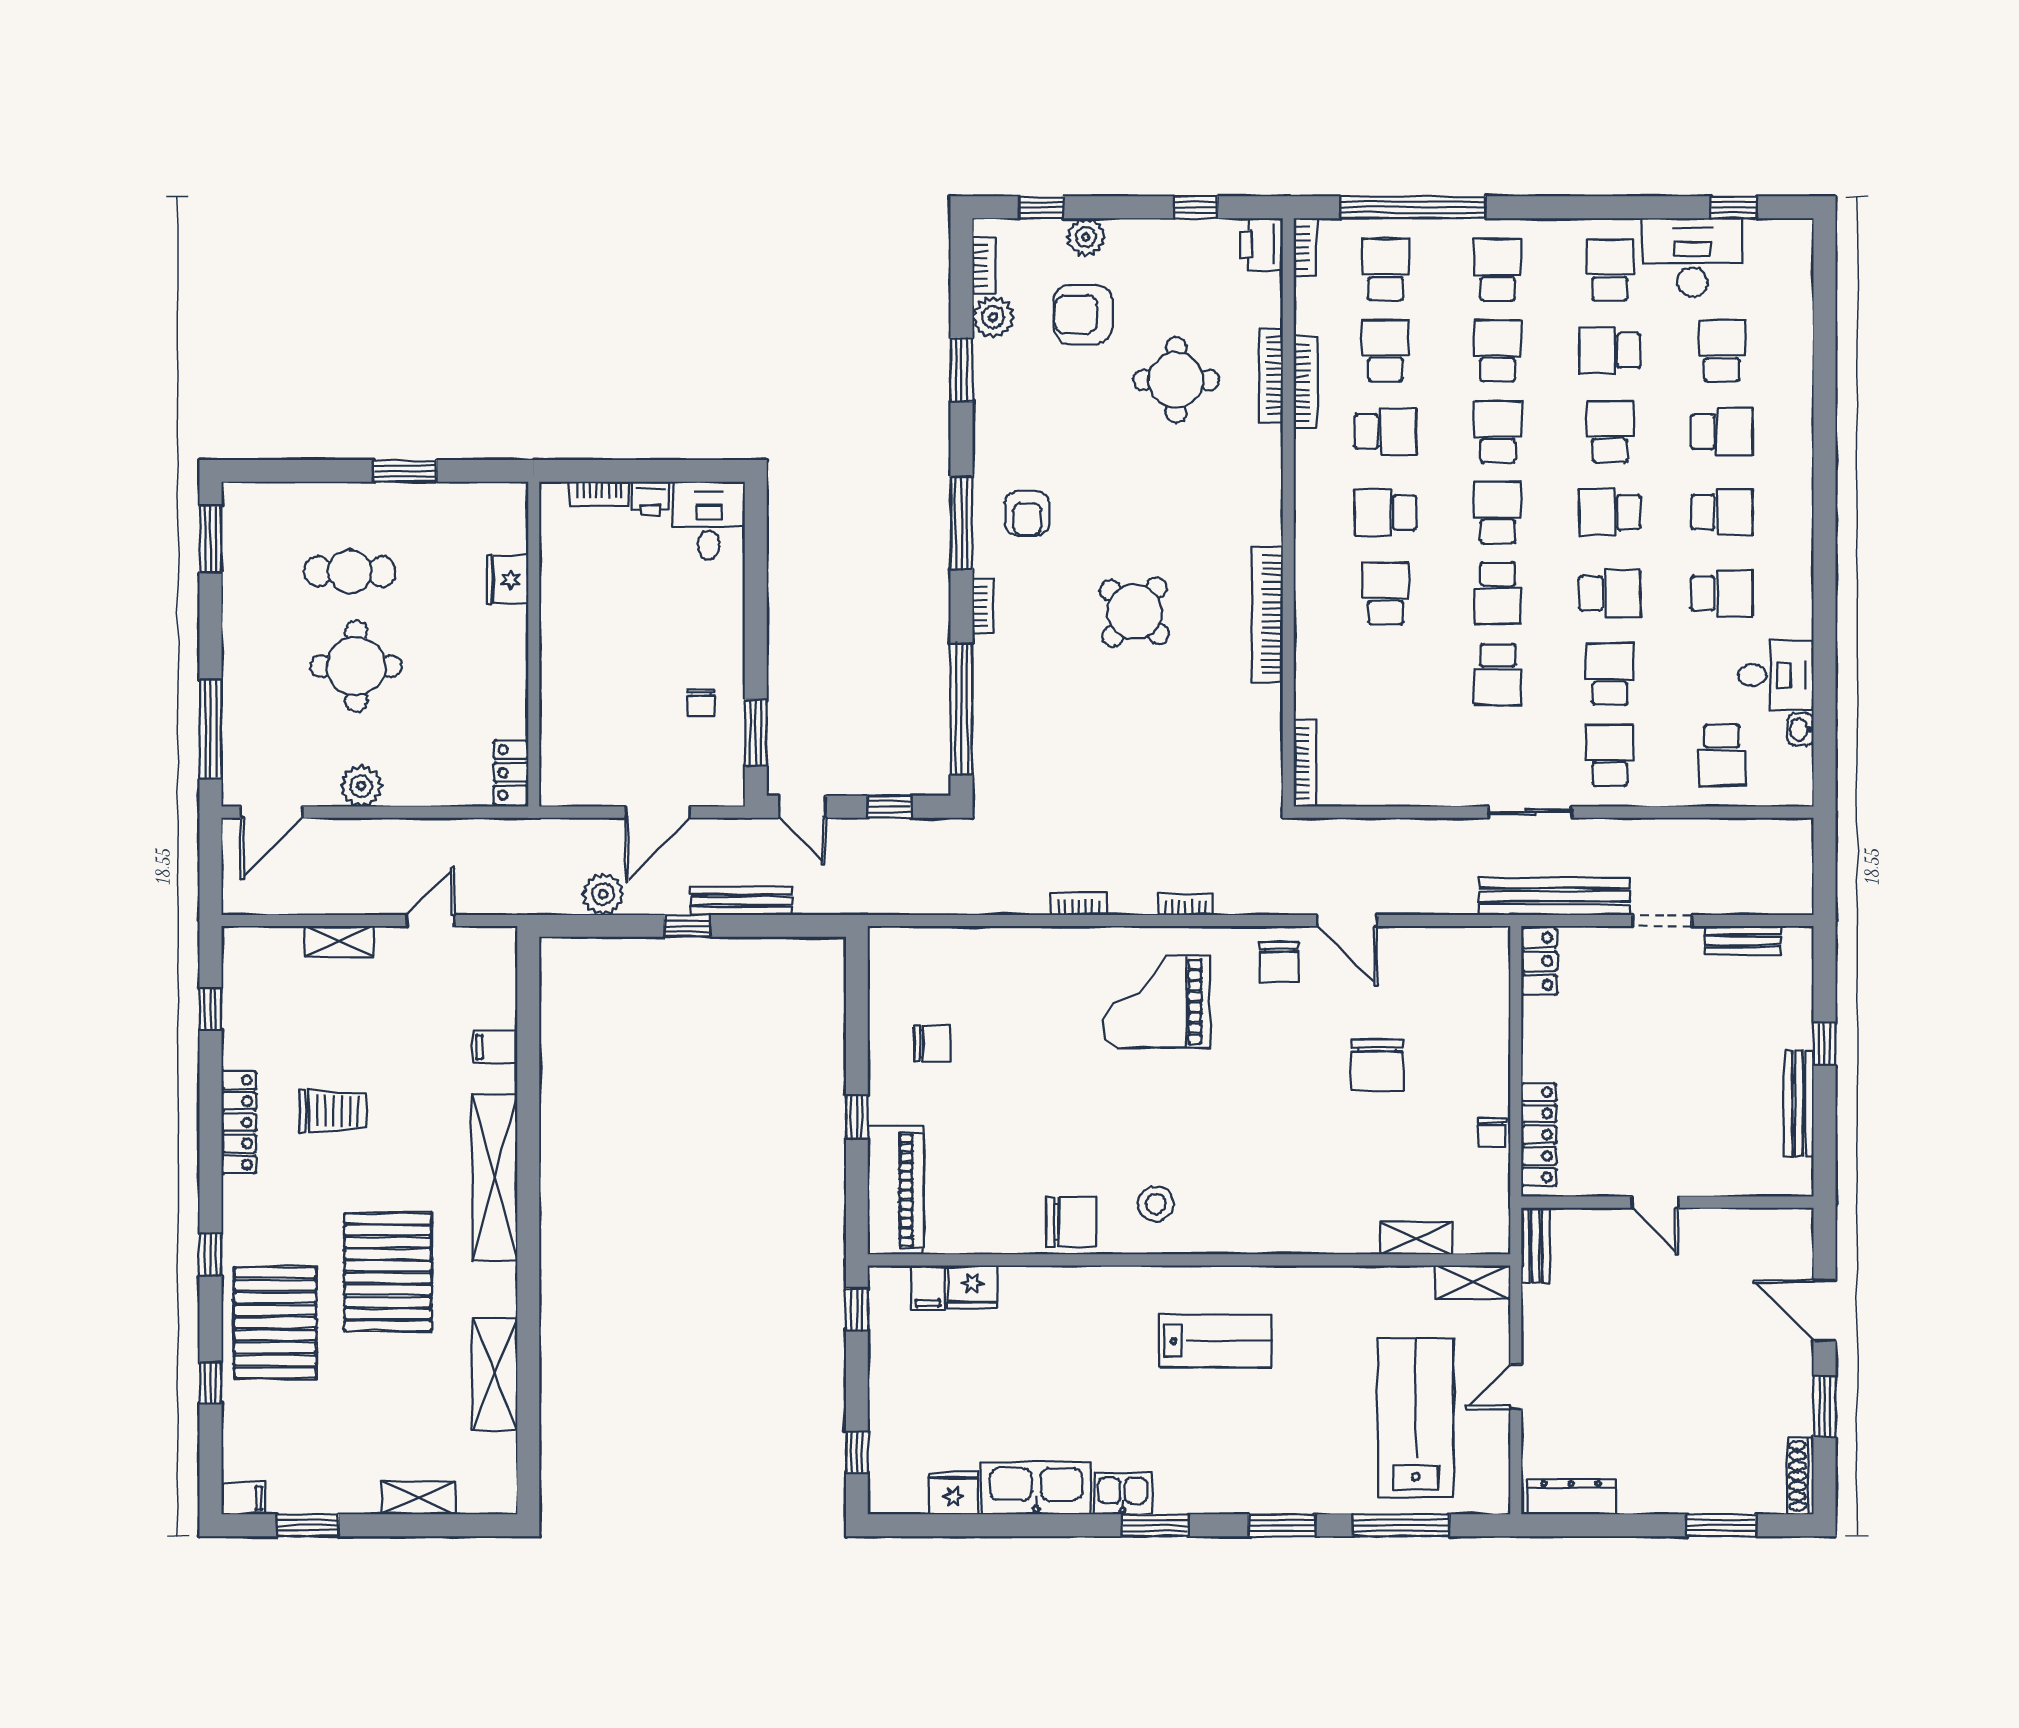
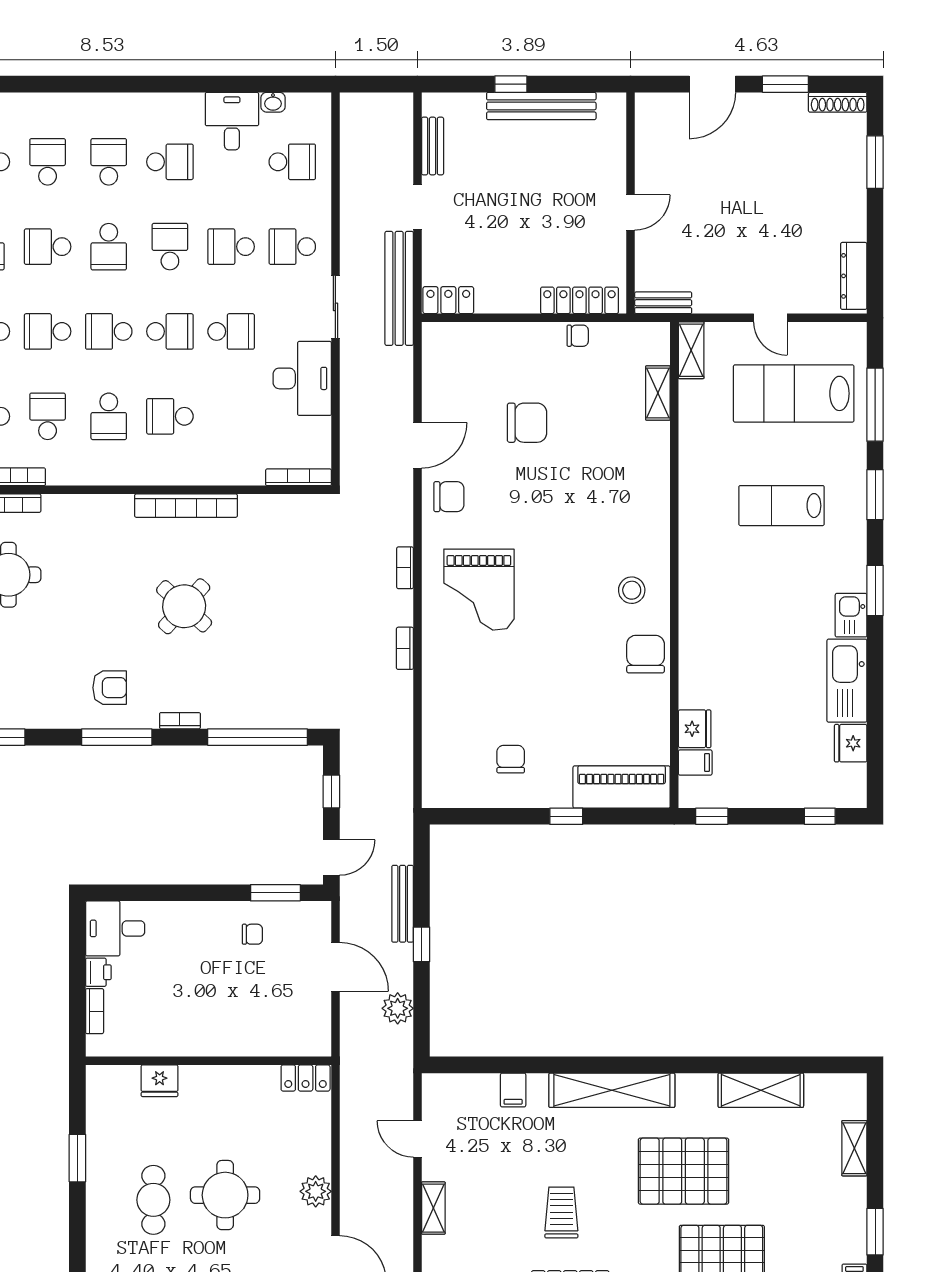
school desk: (1722, 593) -> (170, 162), turned 90
desk: (1436, 768) -> (302, 378), added
bench: (1799, 1104) -> (541, 106), width x1.37, depth x1.21
lab bench: (1215, 1341) -> (782, 506), moved, turned -90

